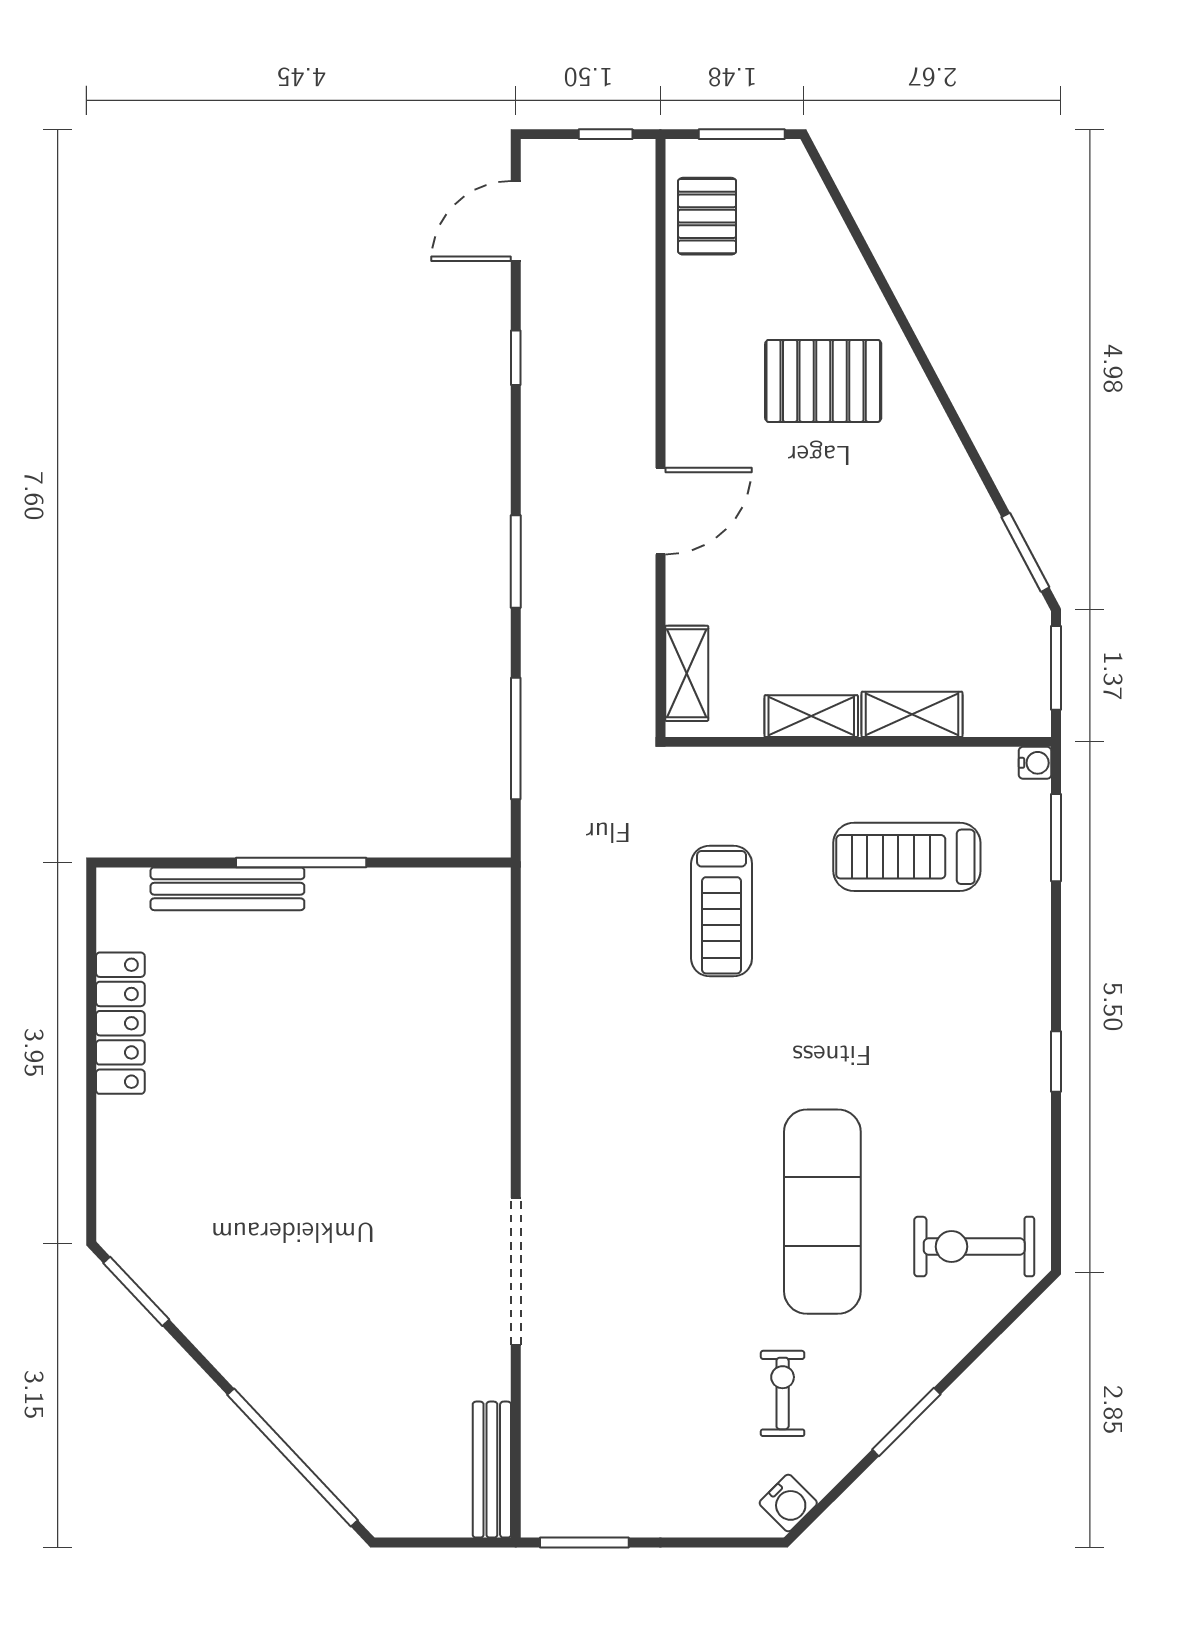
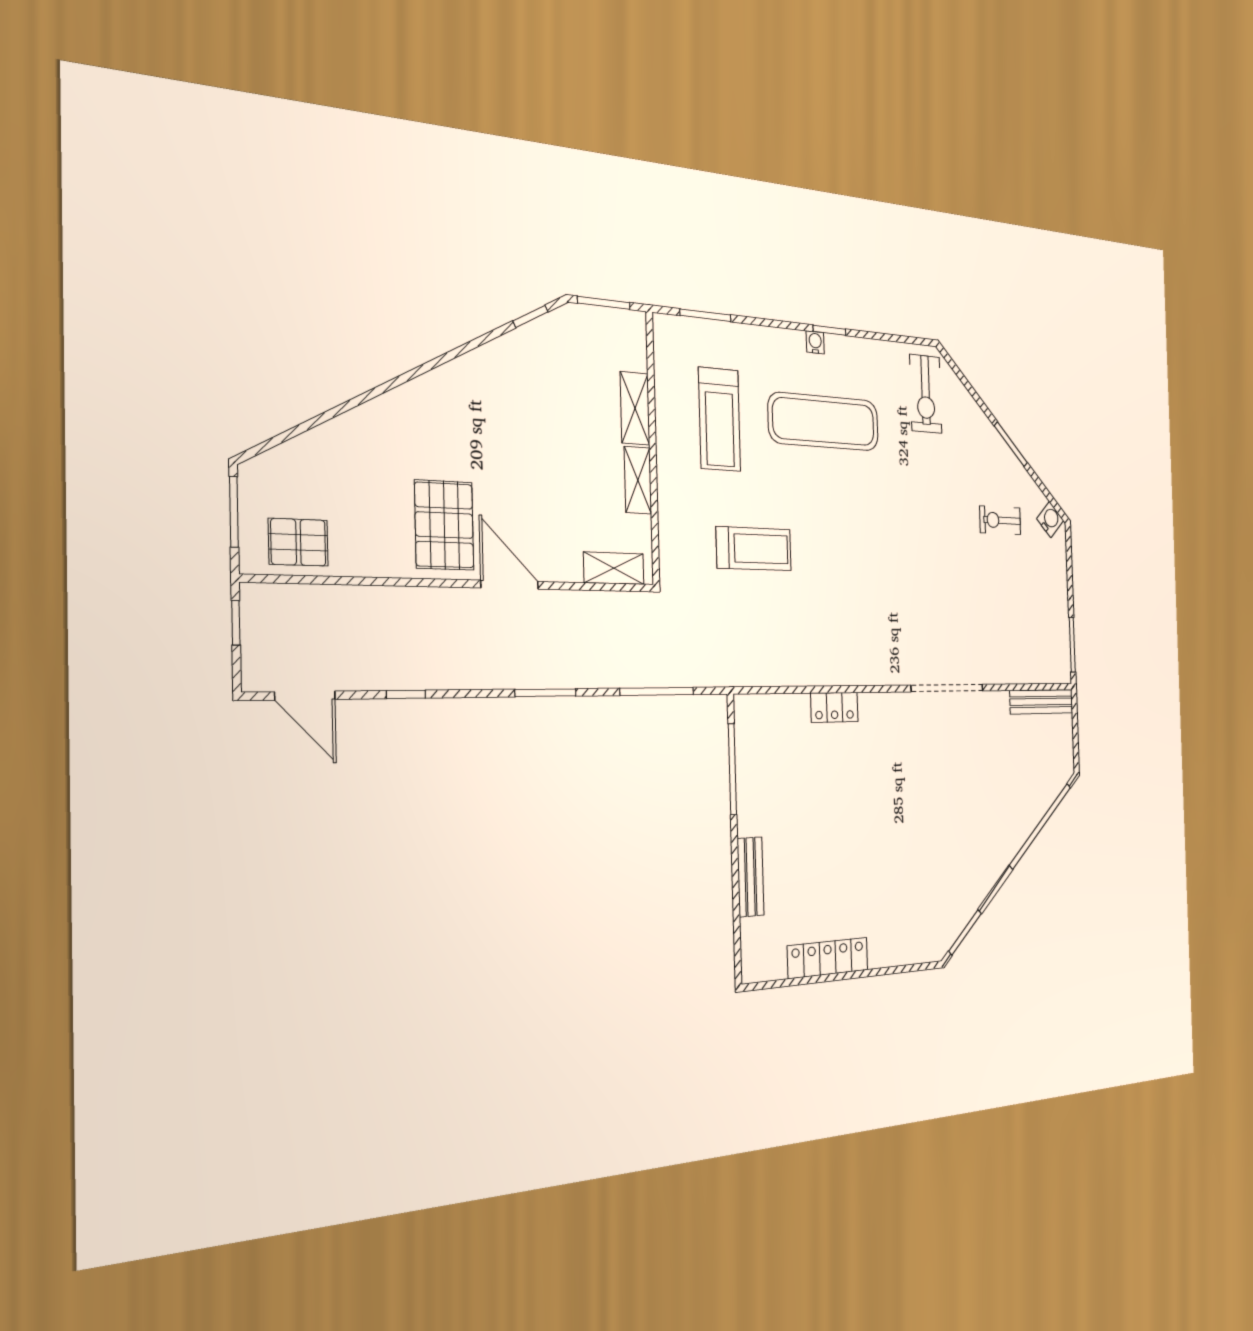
pallet: (823, 381) -> (444, 525), moved
window: (1025, 552) -> (531, 316), width x0.67
water cooler: (1035, 763) -> (815, 342), moved
window: (301, 862) -> (732, 769), moved
bench: (227, 889) -> (751, 877), width x0.73
locker: (489, 1049) -> (834, 707), added
exercise mat: (822, 1212) -> (824, 422), moved

